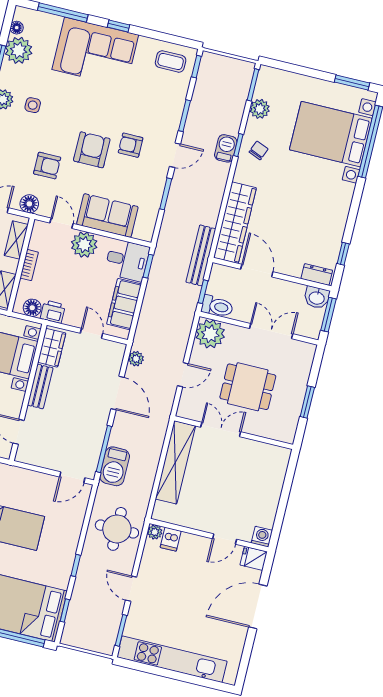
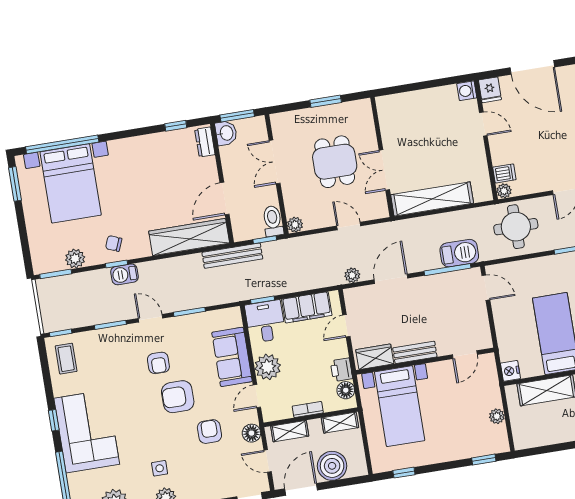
plant: (210, 334) -> (295, 225), width x0.53, depth x0.53

